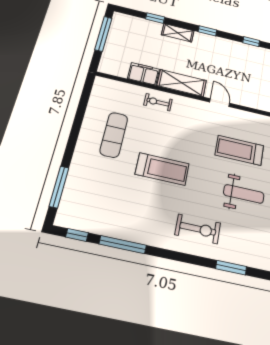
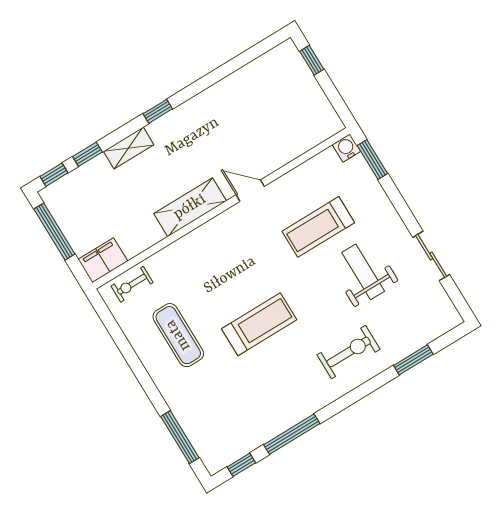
window: (251, 42) -> (54, 175), moved
filing cabinet: (144, 74) -> (103, 260), moved
exercise bike: (158, 102) -> (132, 284), moved
weight bench: (244, 194) -> (363, 272), turned -90

